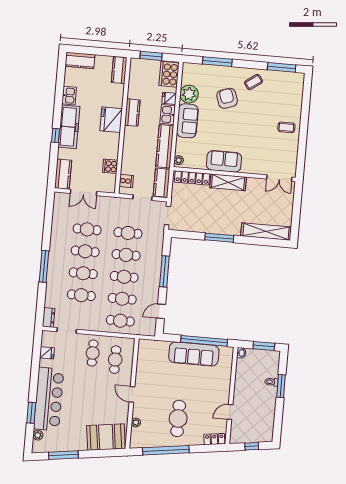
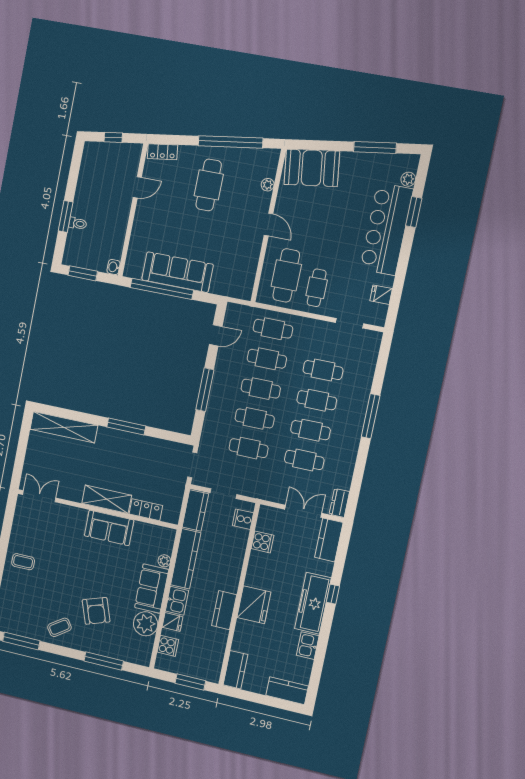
cooker: (169, 74) -> (168, 646), width x0.53, depth x0.76
plant: (179, 160) -> (164, 561), moved
locker: (192, 178) -> (146, 510), width x0.66
dresser: (49, 317) -> (339, 503), moved
cafe table: (115, 360) -> (286, 275), width x1.37, depth x1.35

